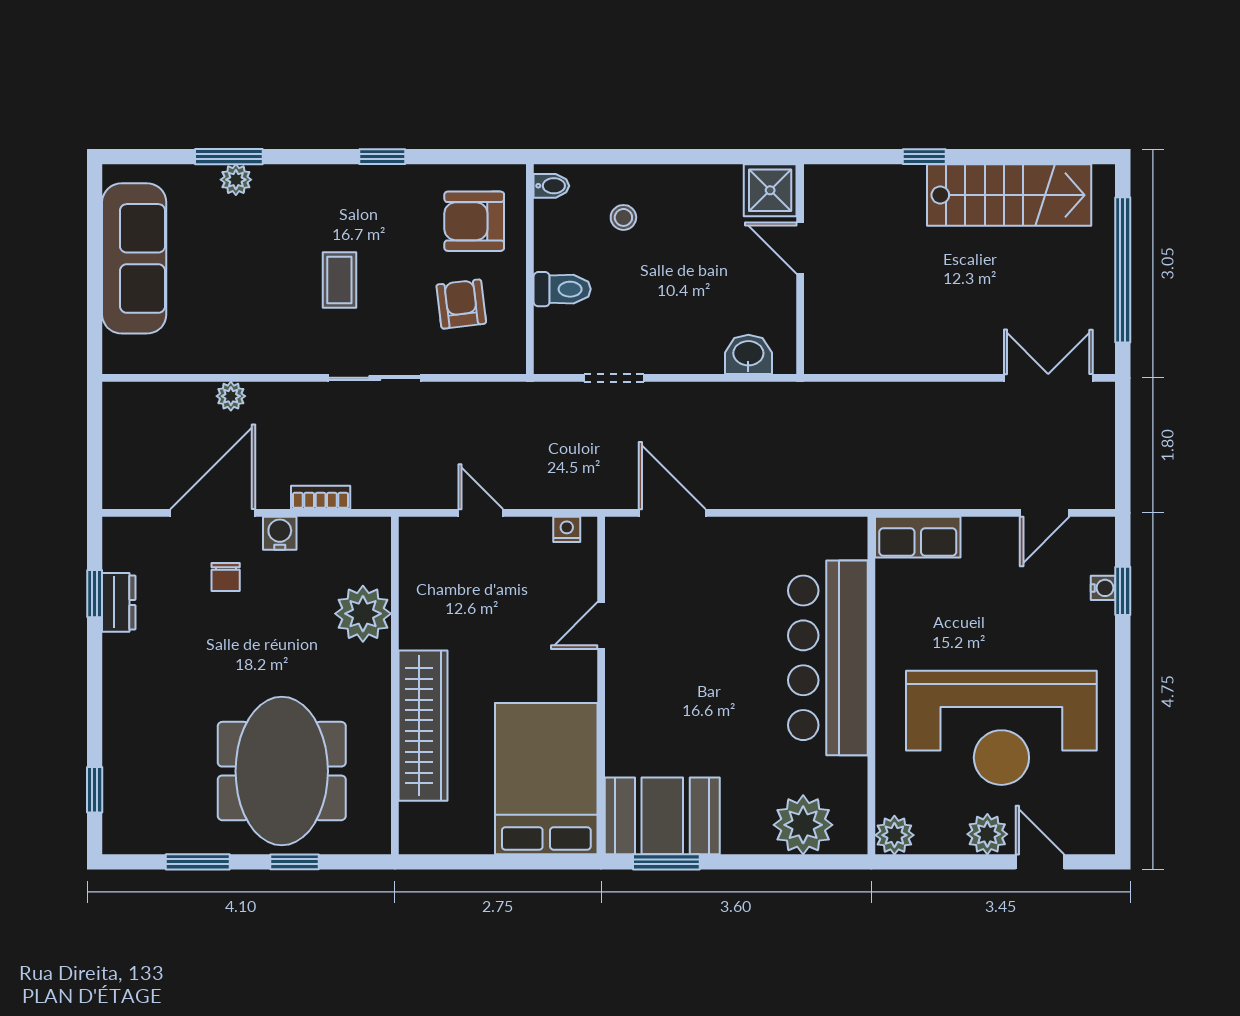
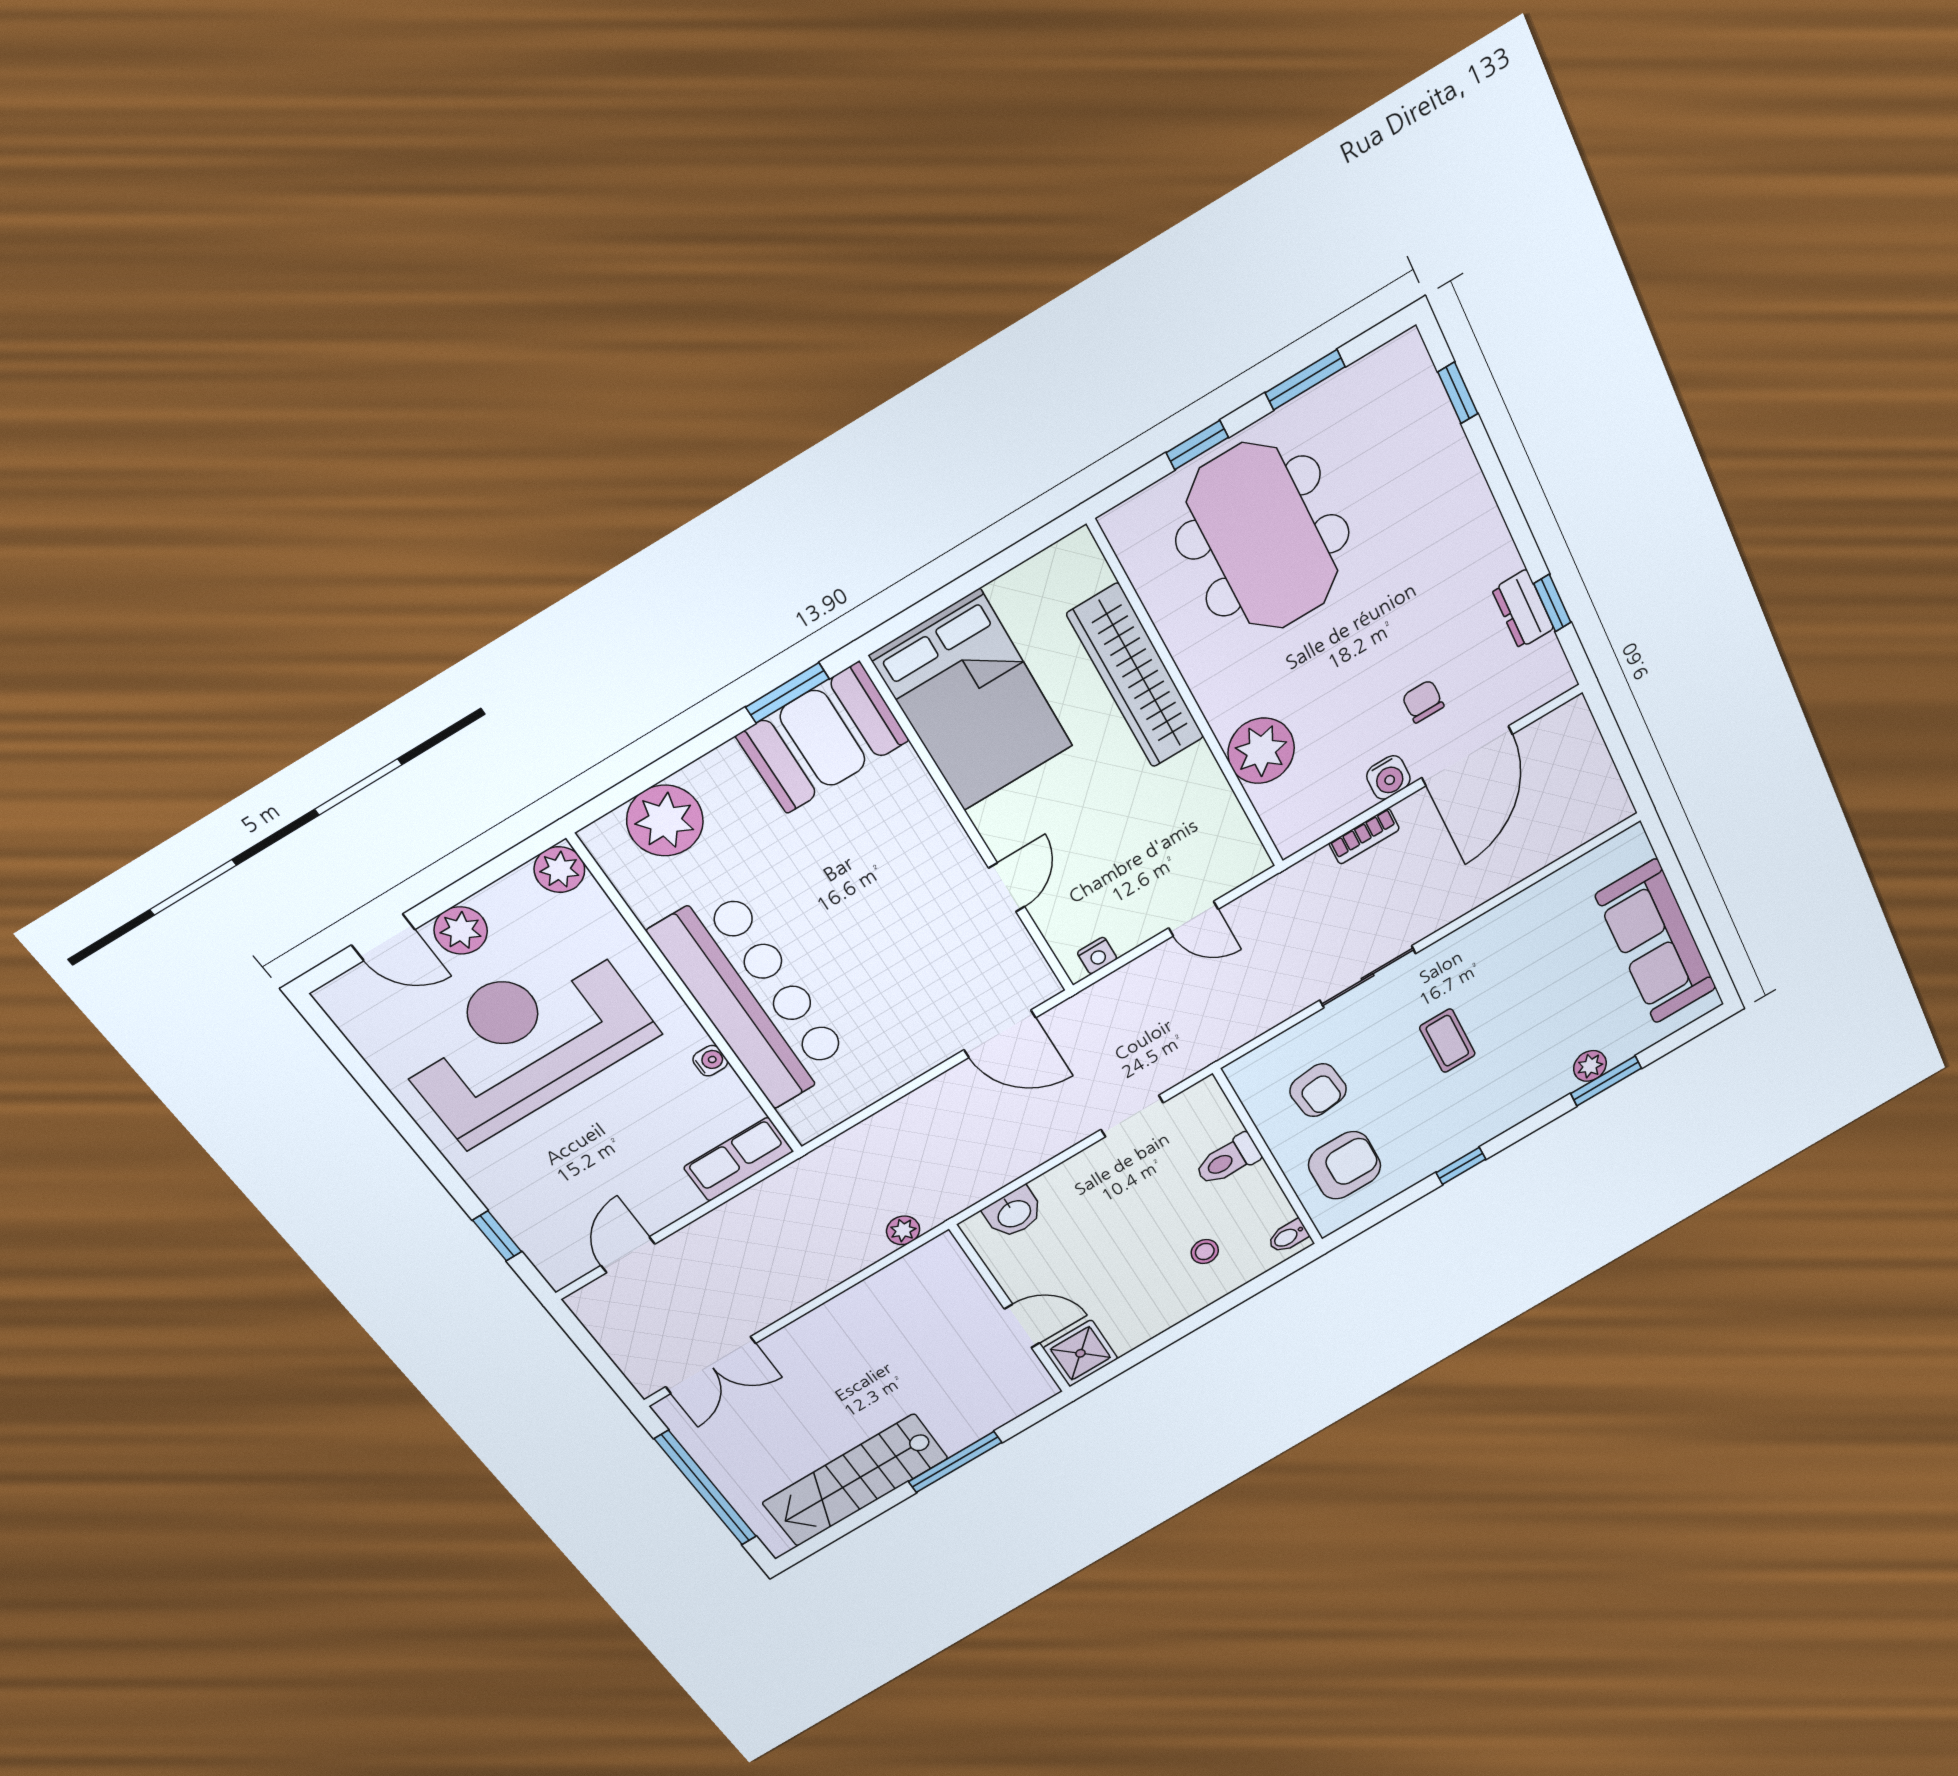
window: (924, 157) -> (955, 1462), width x2.17
plant: (231, 396) -> (903, 1230), moved
water cooler: (1103, 588) -> (710, 1061), moved, turned 180

